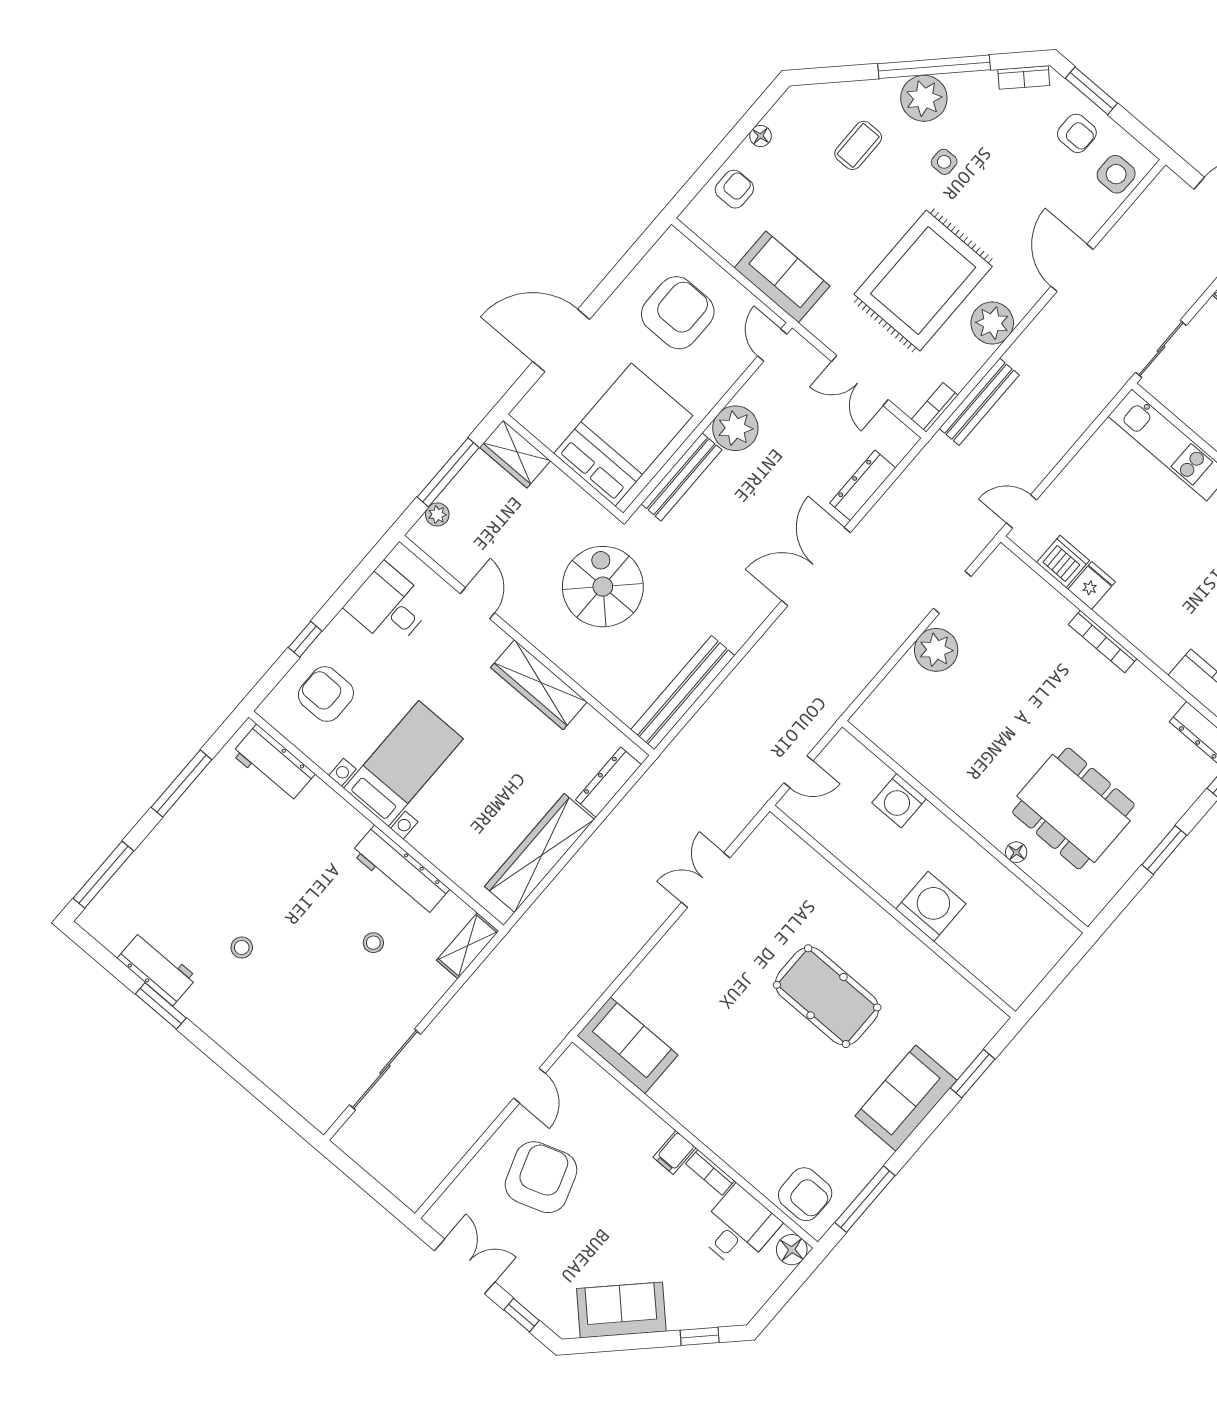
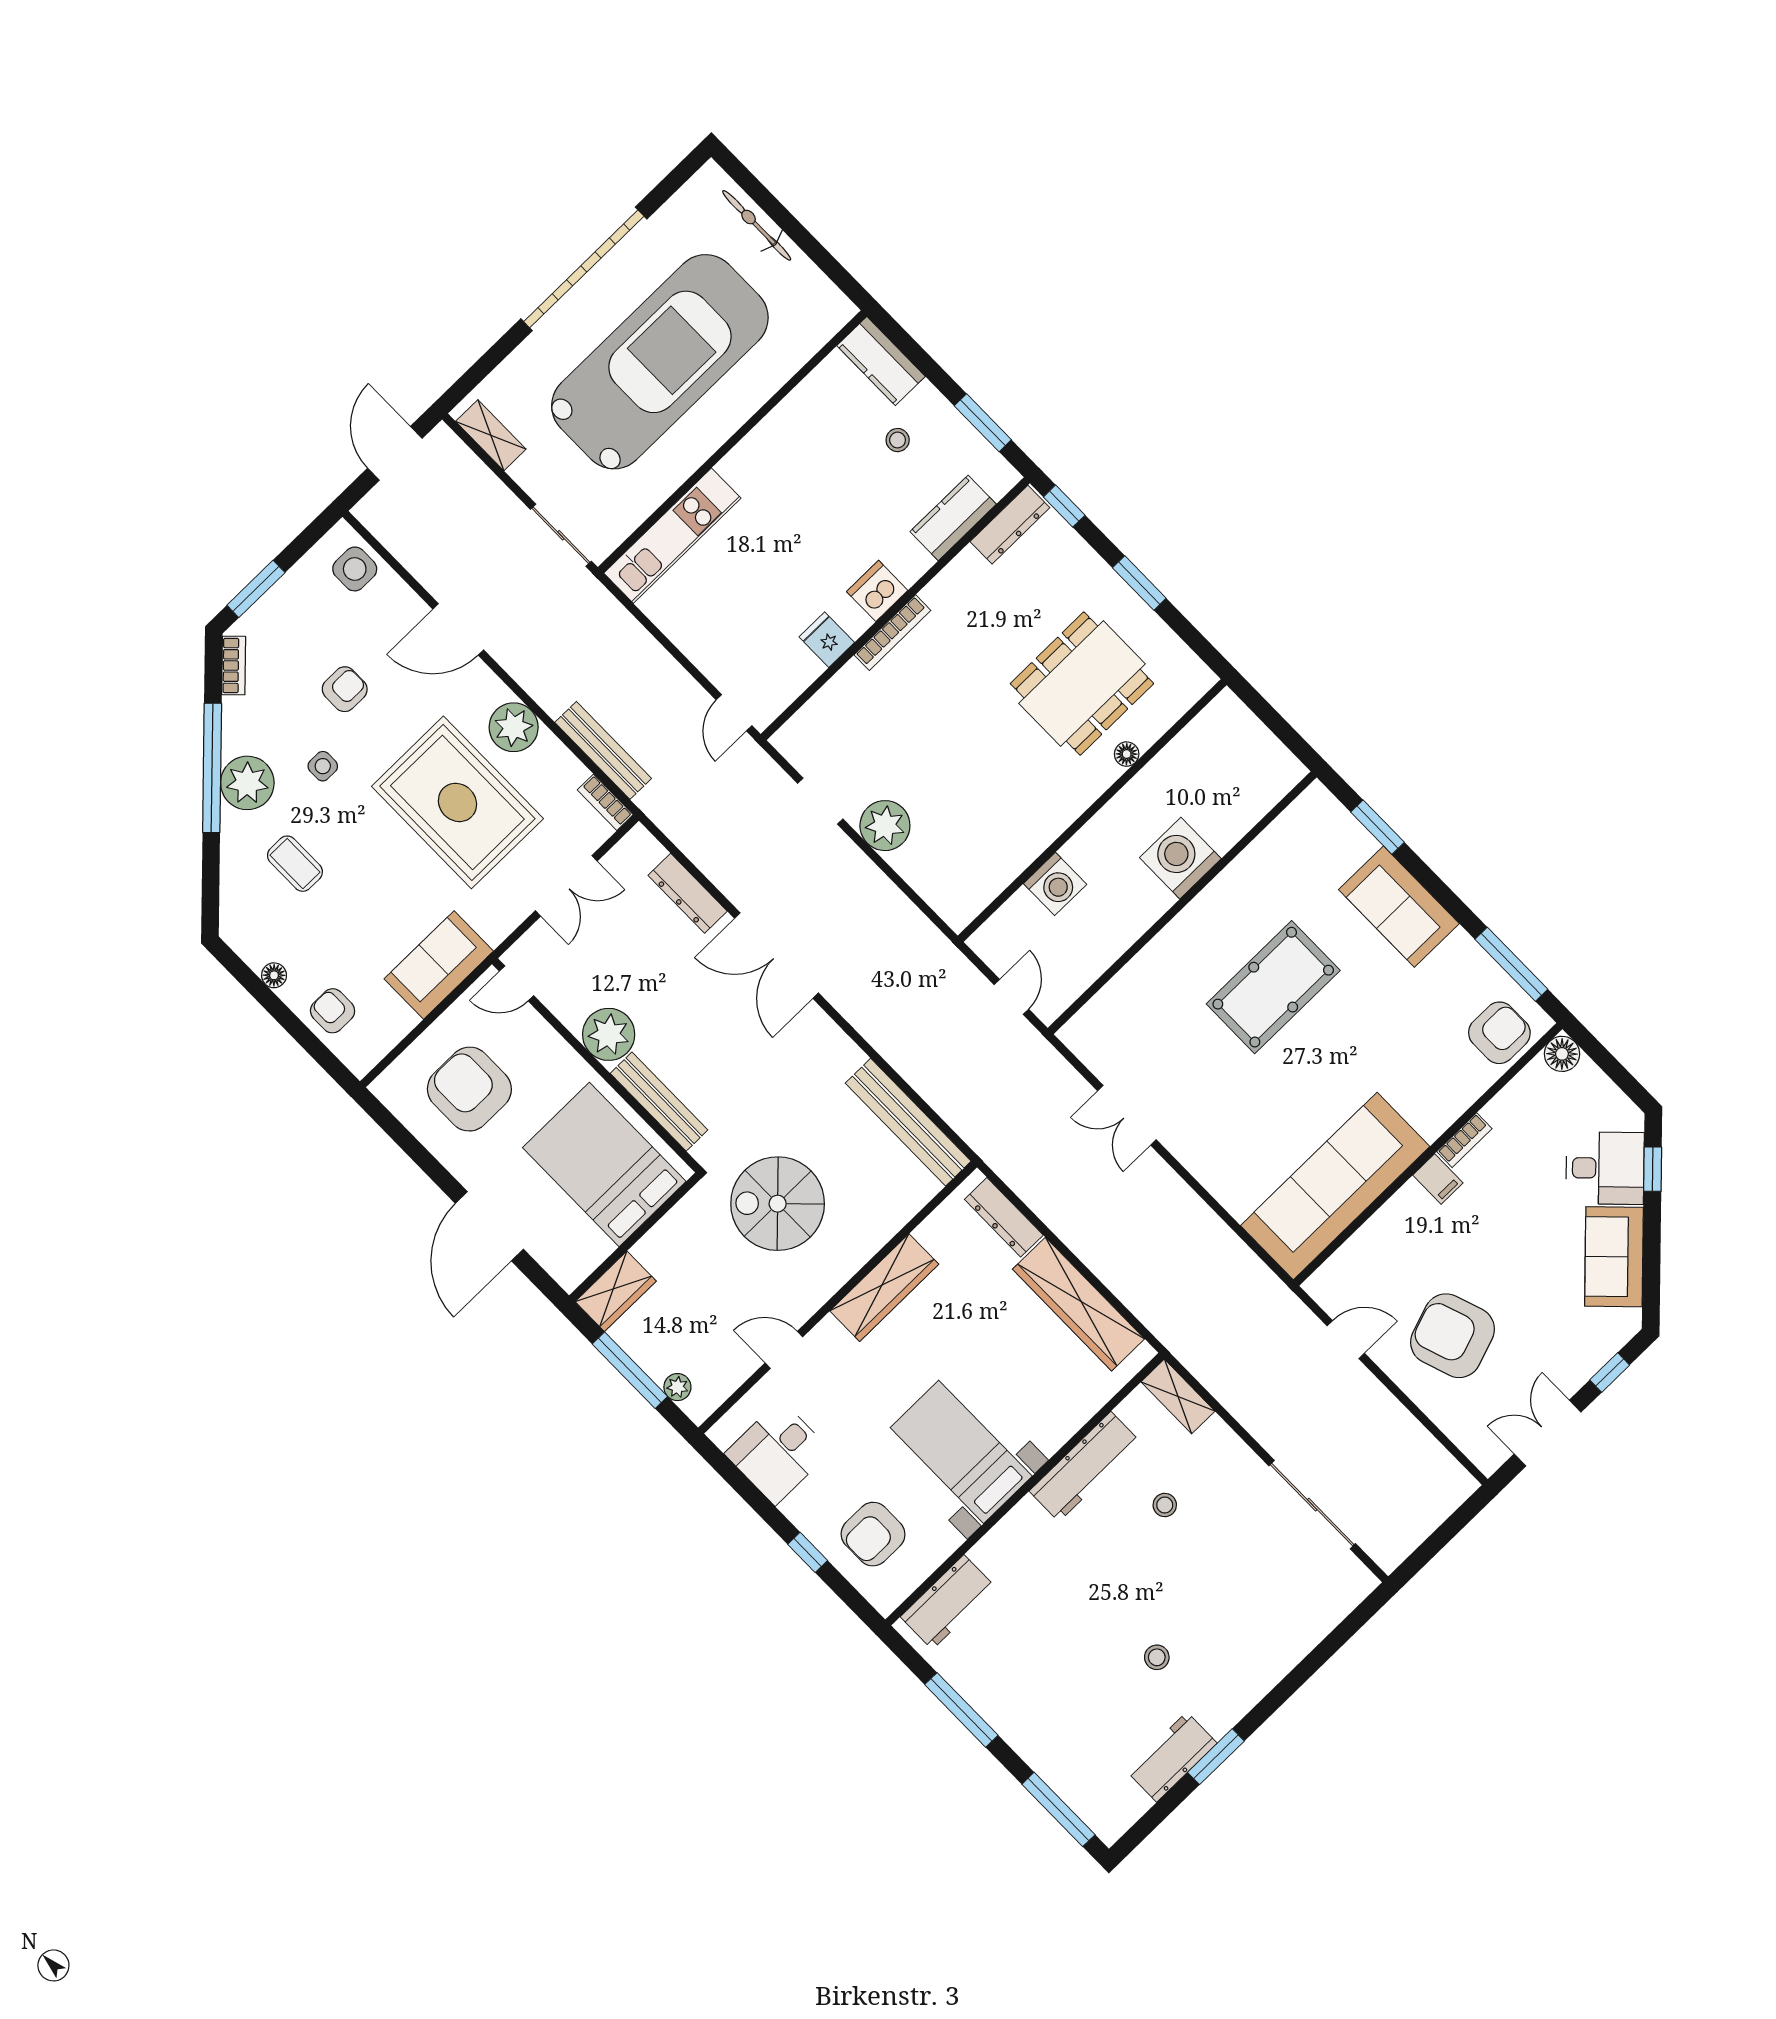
armchair: (1077, 133) -> (345, 689), moved
dishwasher: (1063, 562) -> (877, 591), moved
sofa: (627, 1045) -> (1335, 1186), width x1.85, depth x1.27
desk: (738, 1228) -> (1605, 1168), moved, turned 135

